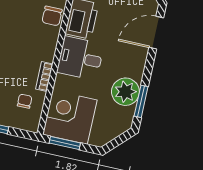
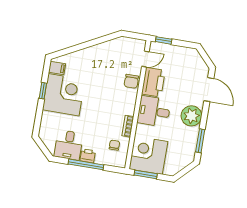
door: (156, 33) -> (209, 90), swing flipped
plant: (125, 92) -> (191, 116), moved

